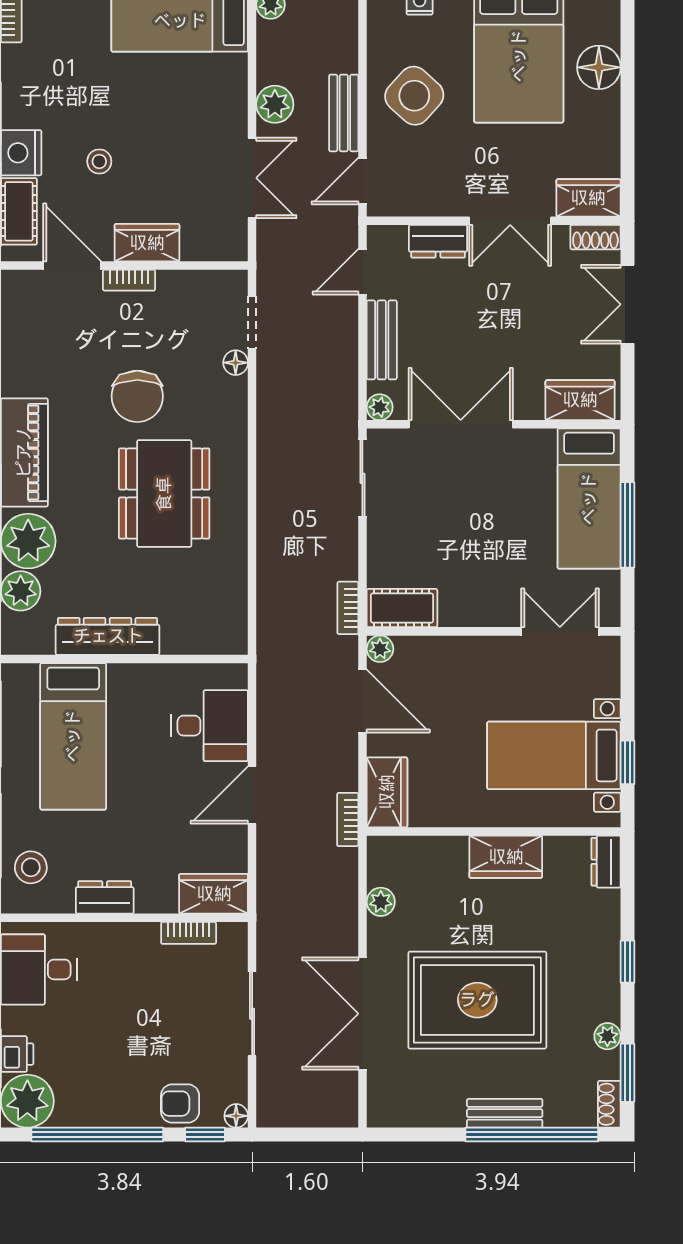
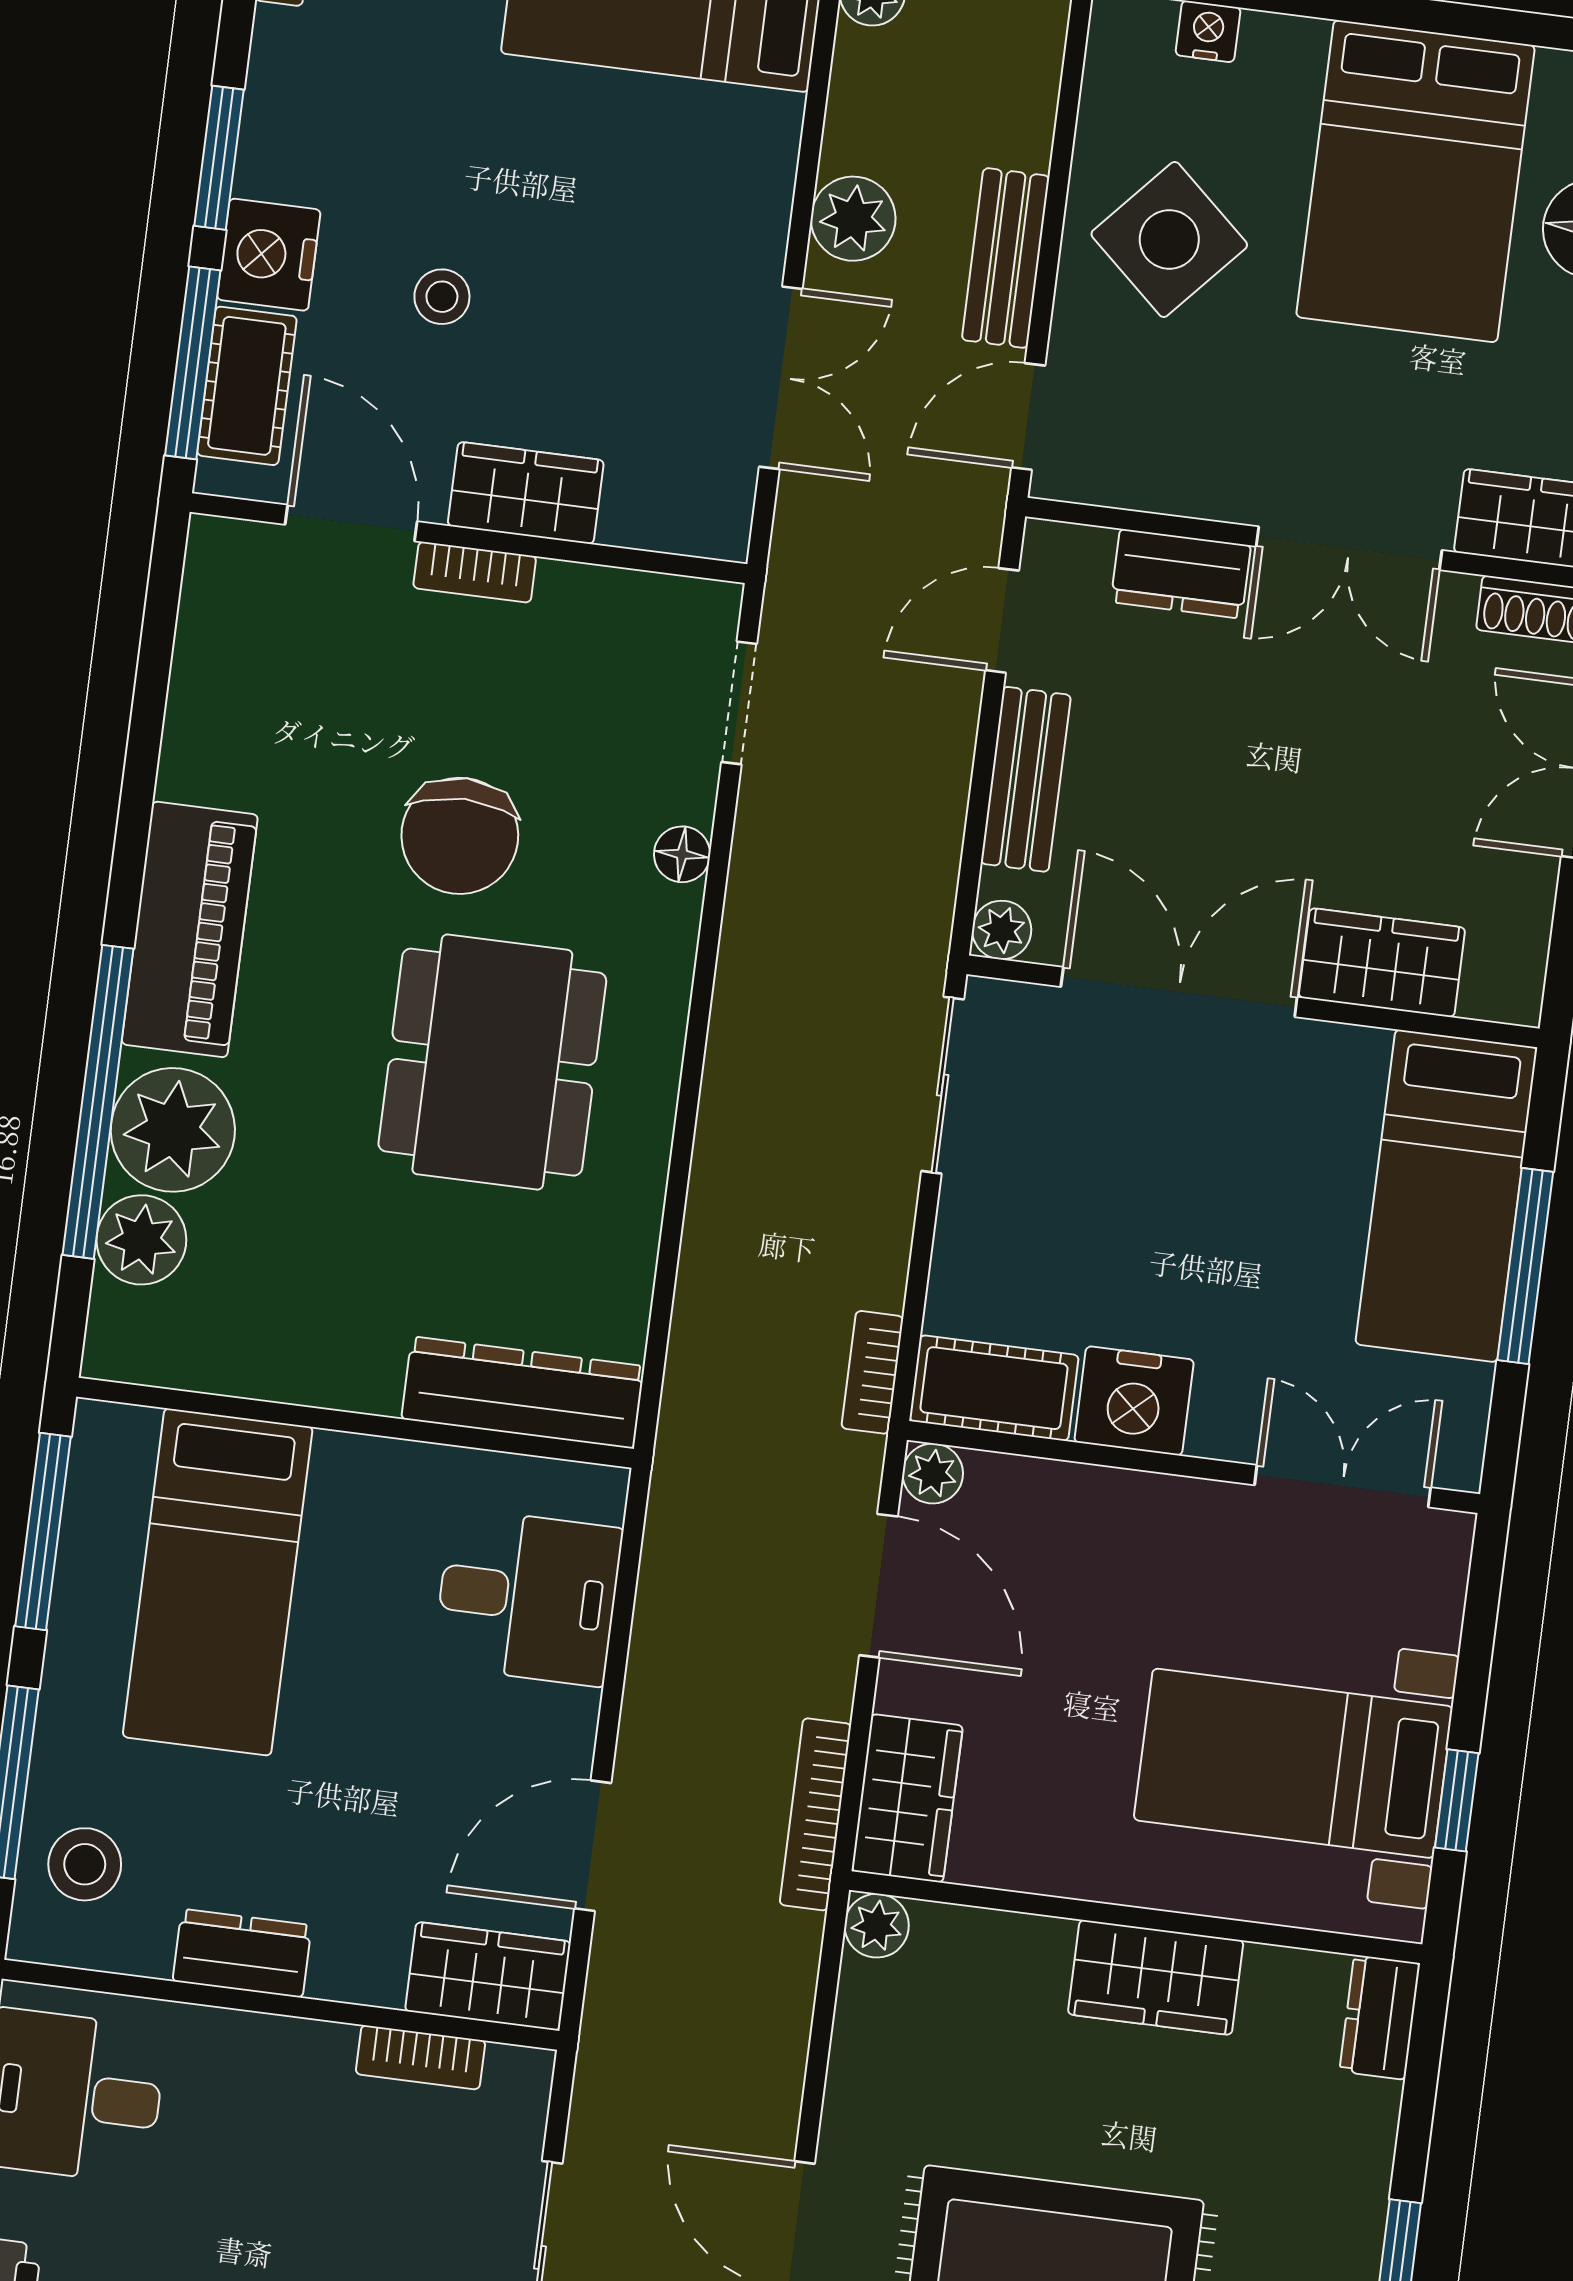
floor lamp: (236, 363) -> (682, 854), moved
wardrobe: (580, 400) -> (1382, 963), moved
nightstand: (464, 606) -> (1134, 1401), added
dresser: (108, 636) -> (523, 1393), moved
door: (252, 795) -> (593, 1846), moved
bookcase: (348, 820) -> (815, 1814), width x1.56
plant: (381, 902) -> (877, 1926), moved

